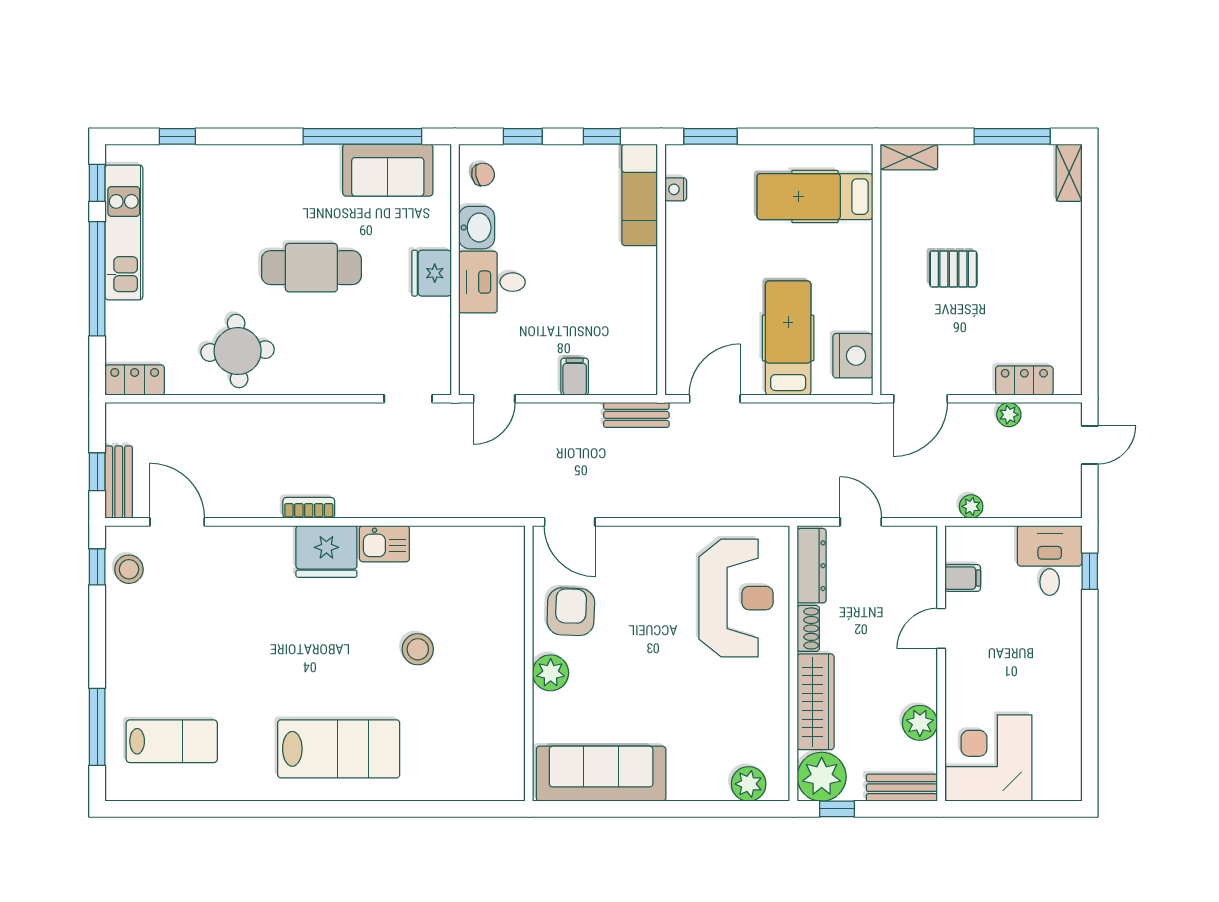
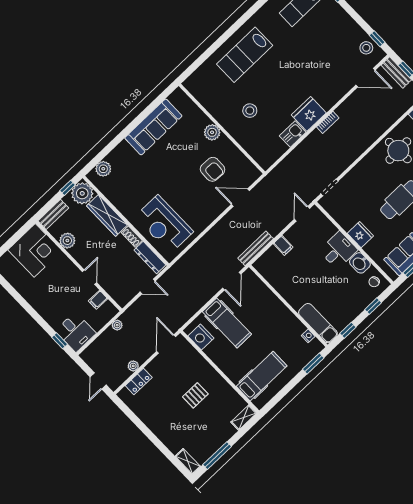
bench: (636, 415) -> (256, 248), width x1.36
wall: (529, 663) -> (222, 129), moved
plant: (551, 673) -> (212, 132), moved

